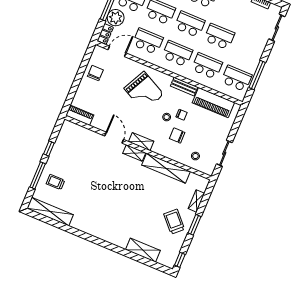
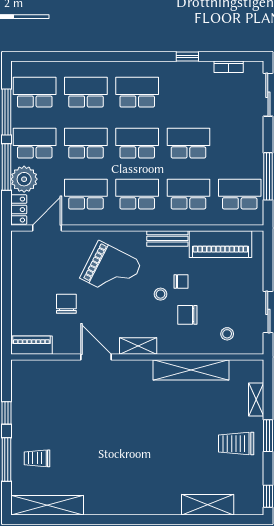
chair: (95, 73) -> (66, 304), moved
shelving: (134, 153) -> (135, 367), removed
trolley: (174, 222) -> (236, 444), turned -47

